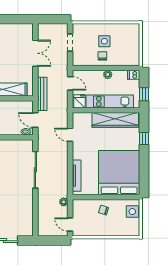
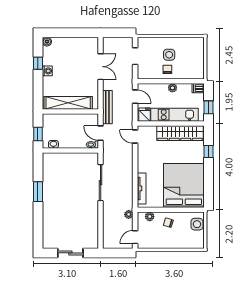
door: (70, 135) -> (135, 137), moved
plant: (85, 204) -> (150, 216), added
door: (70, 225) -> (135, 237), hinge flipped

